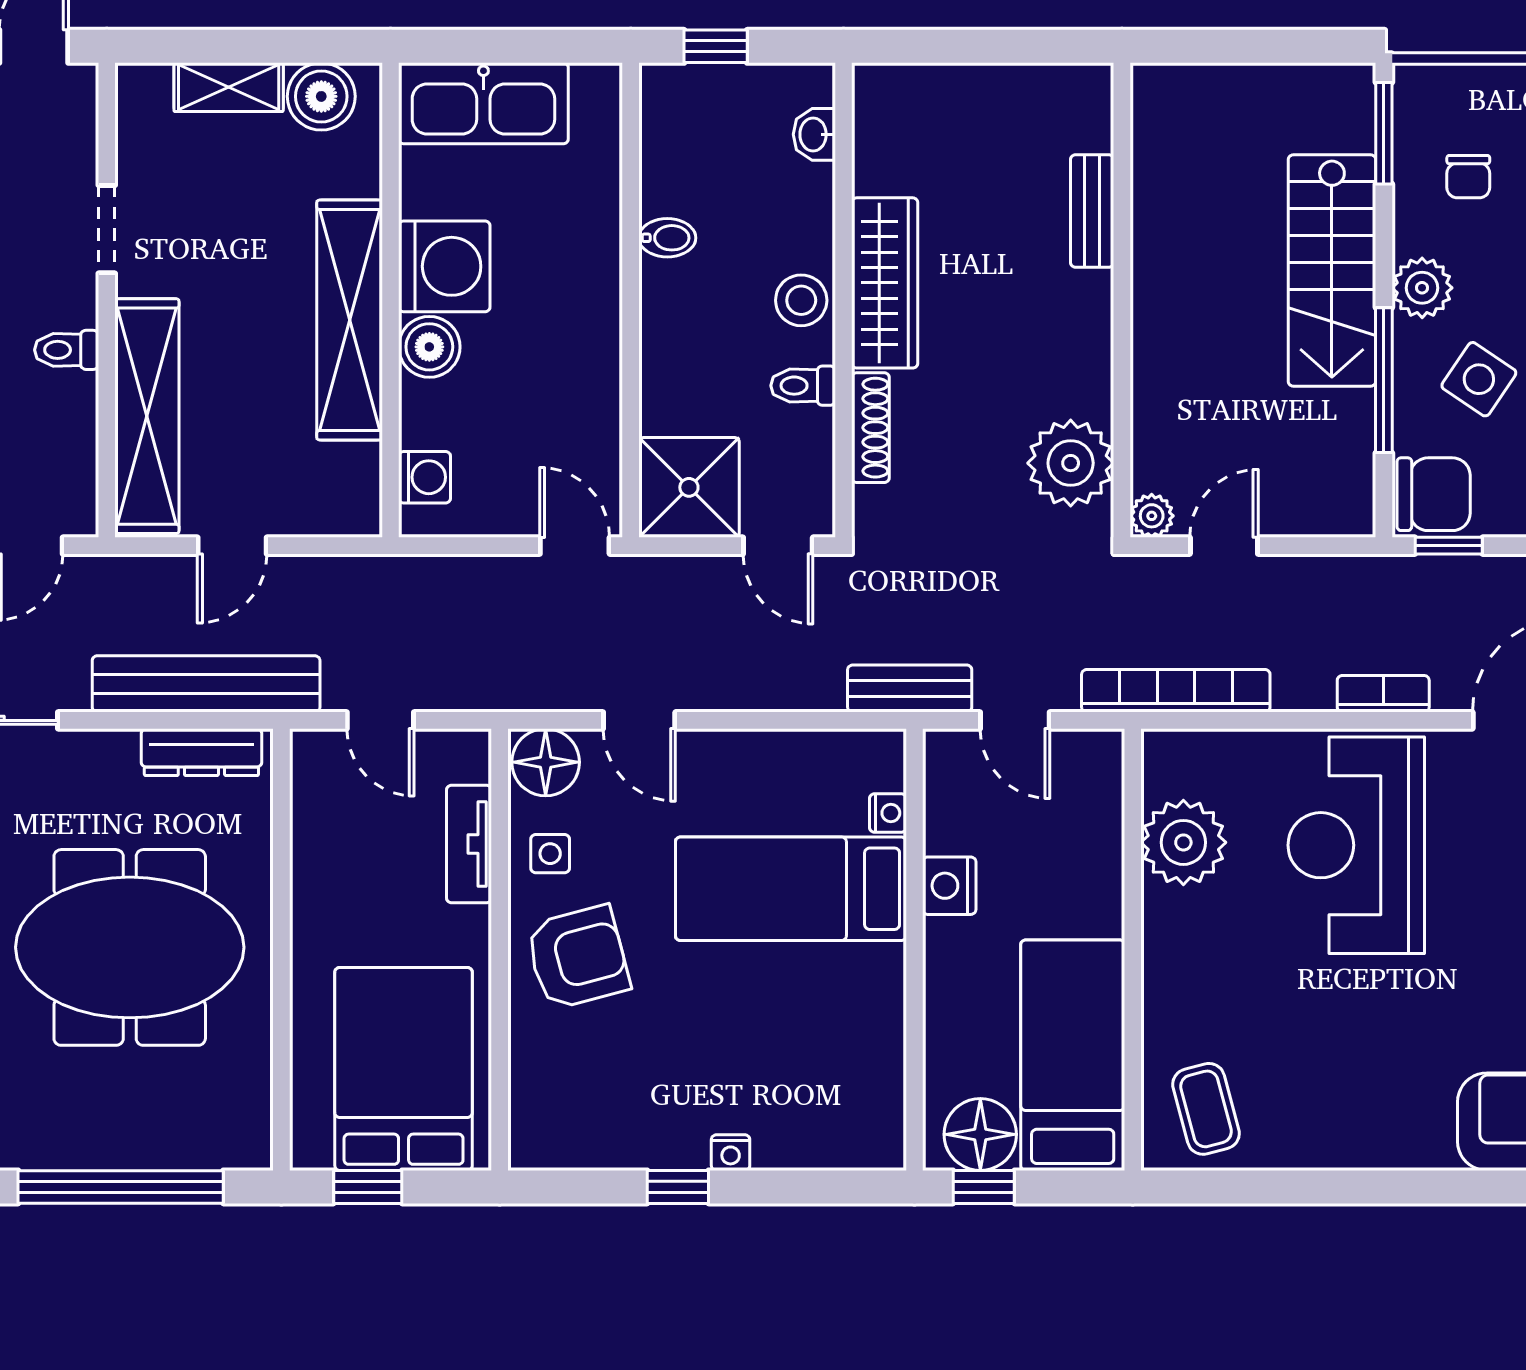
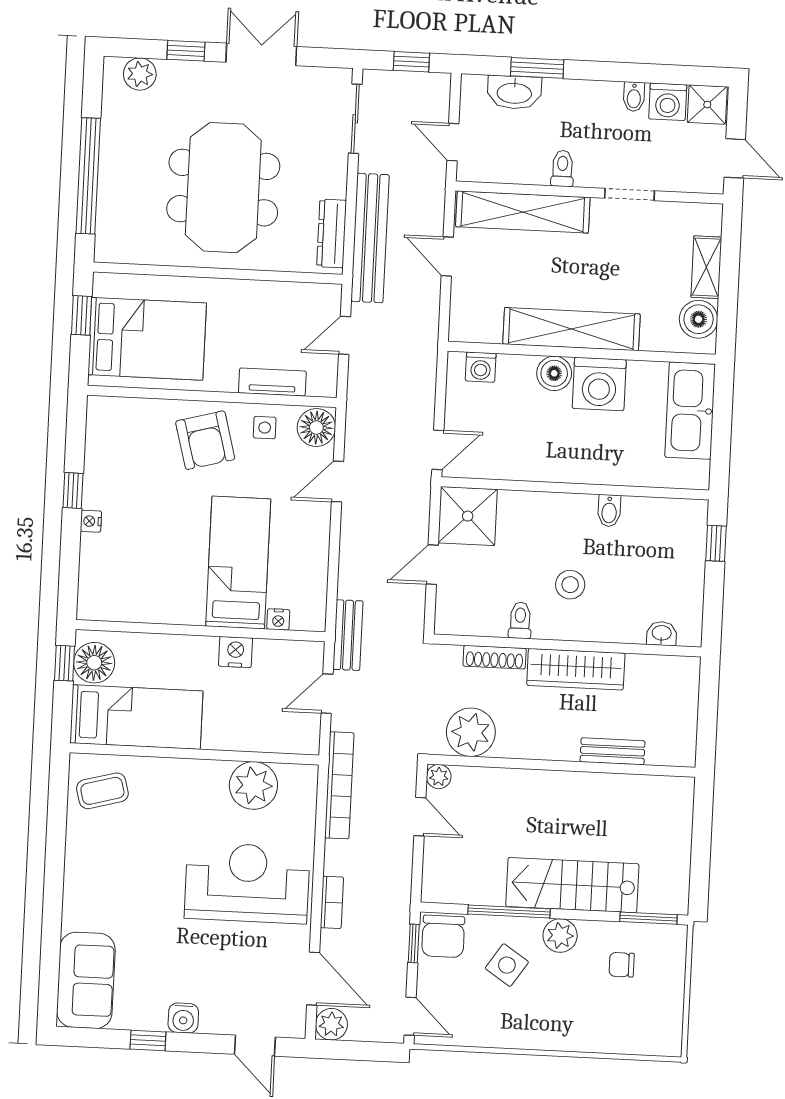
washbasin: (814, 134) -> (662, 634), moved
wardrobe: (885, 283) -> (576, 669), moved
wall: (844, 300) -> (567, 645), moved
toilet: (803, 386) -> (520, 620), moved
shoe rack: (870, 428) -> (495, 657), moved

